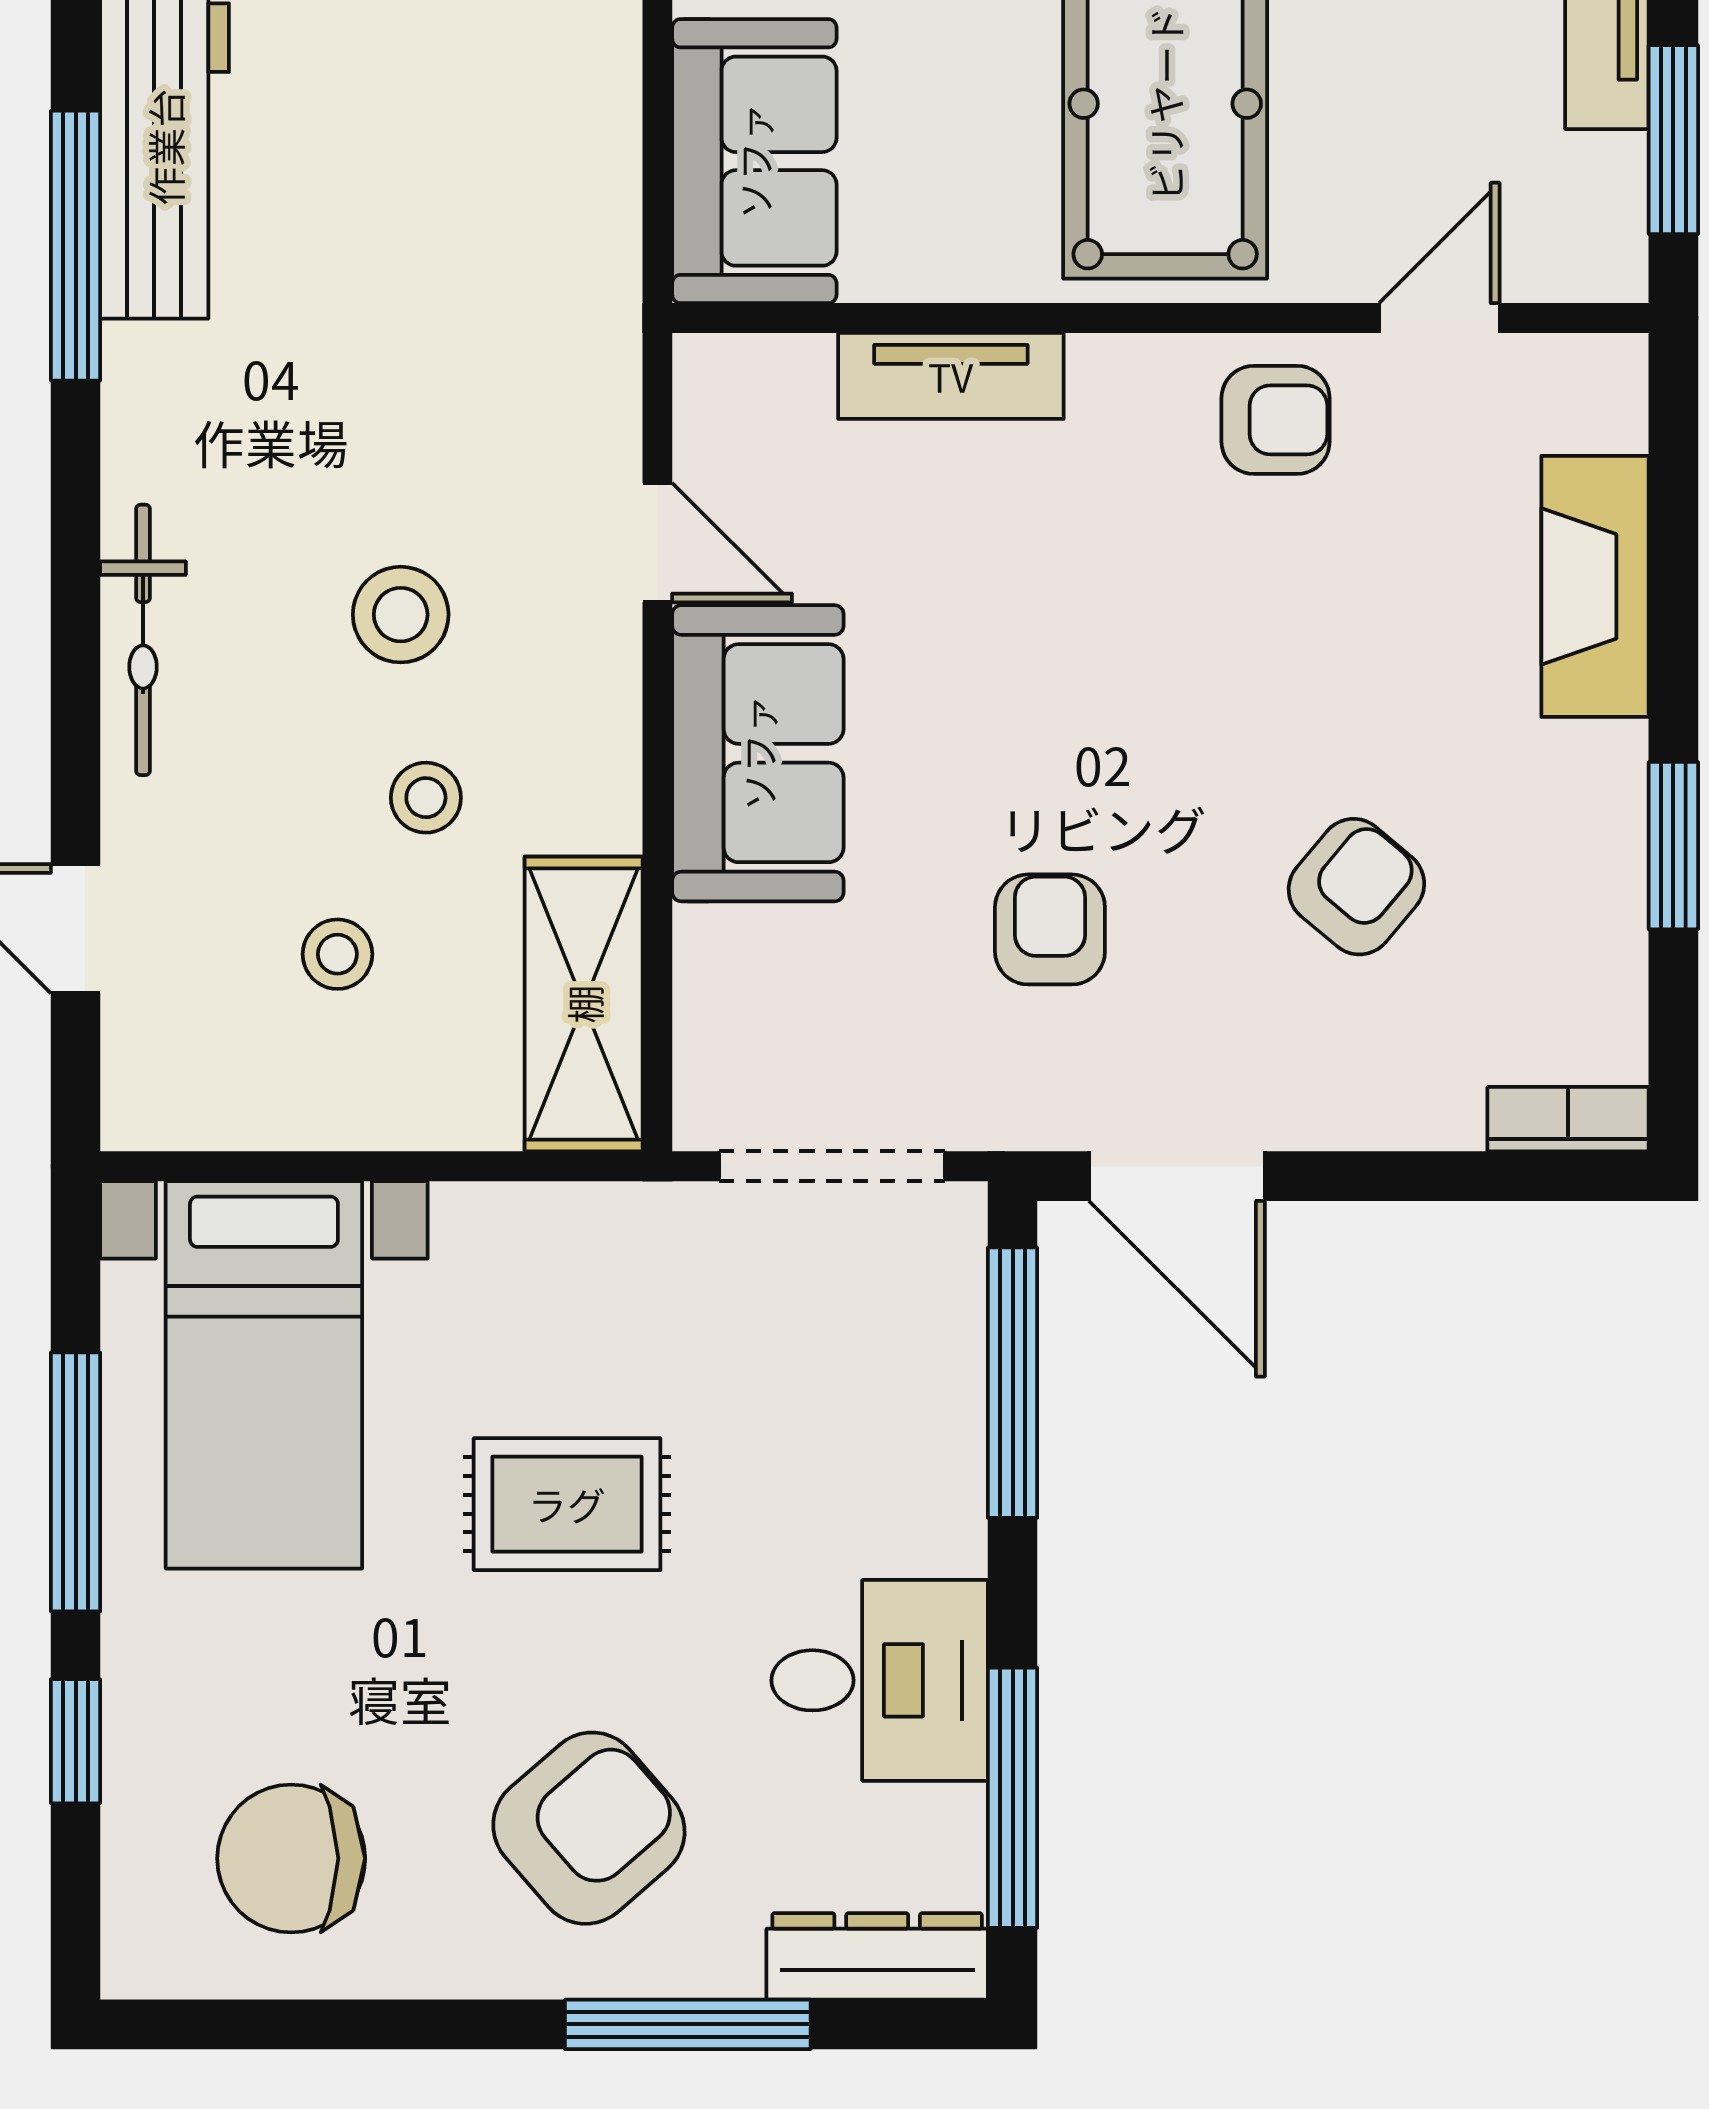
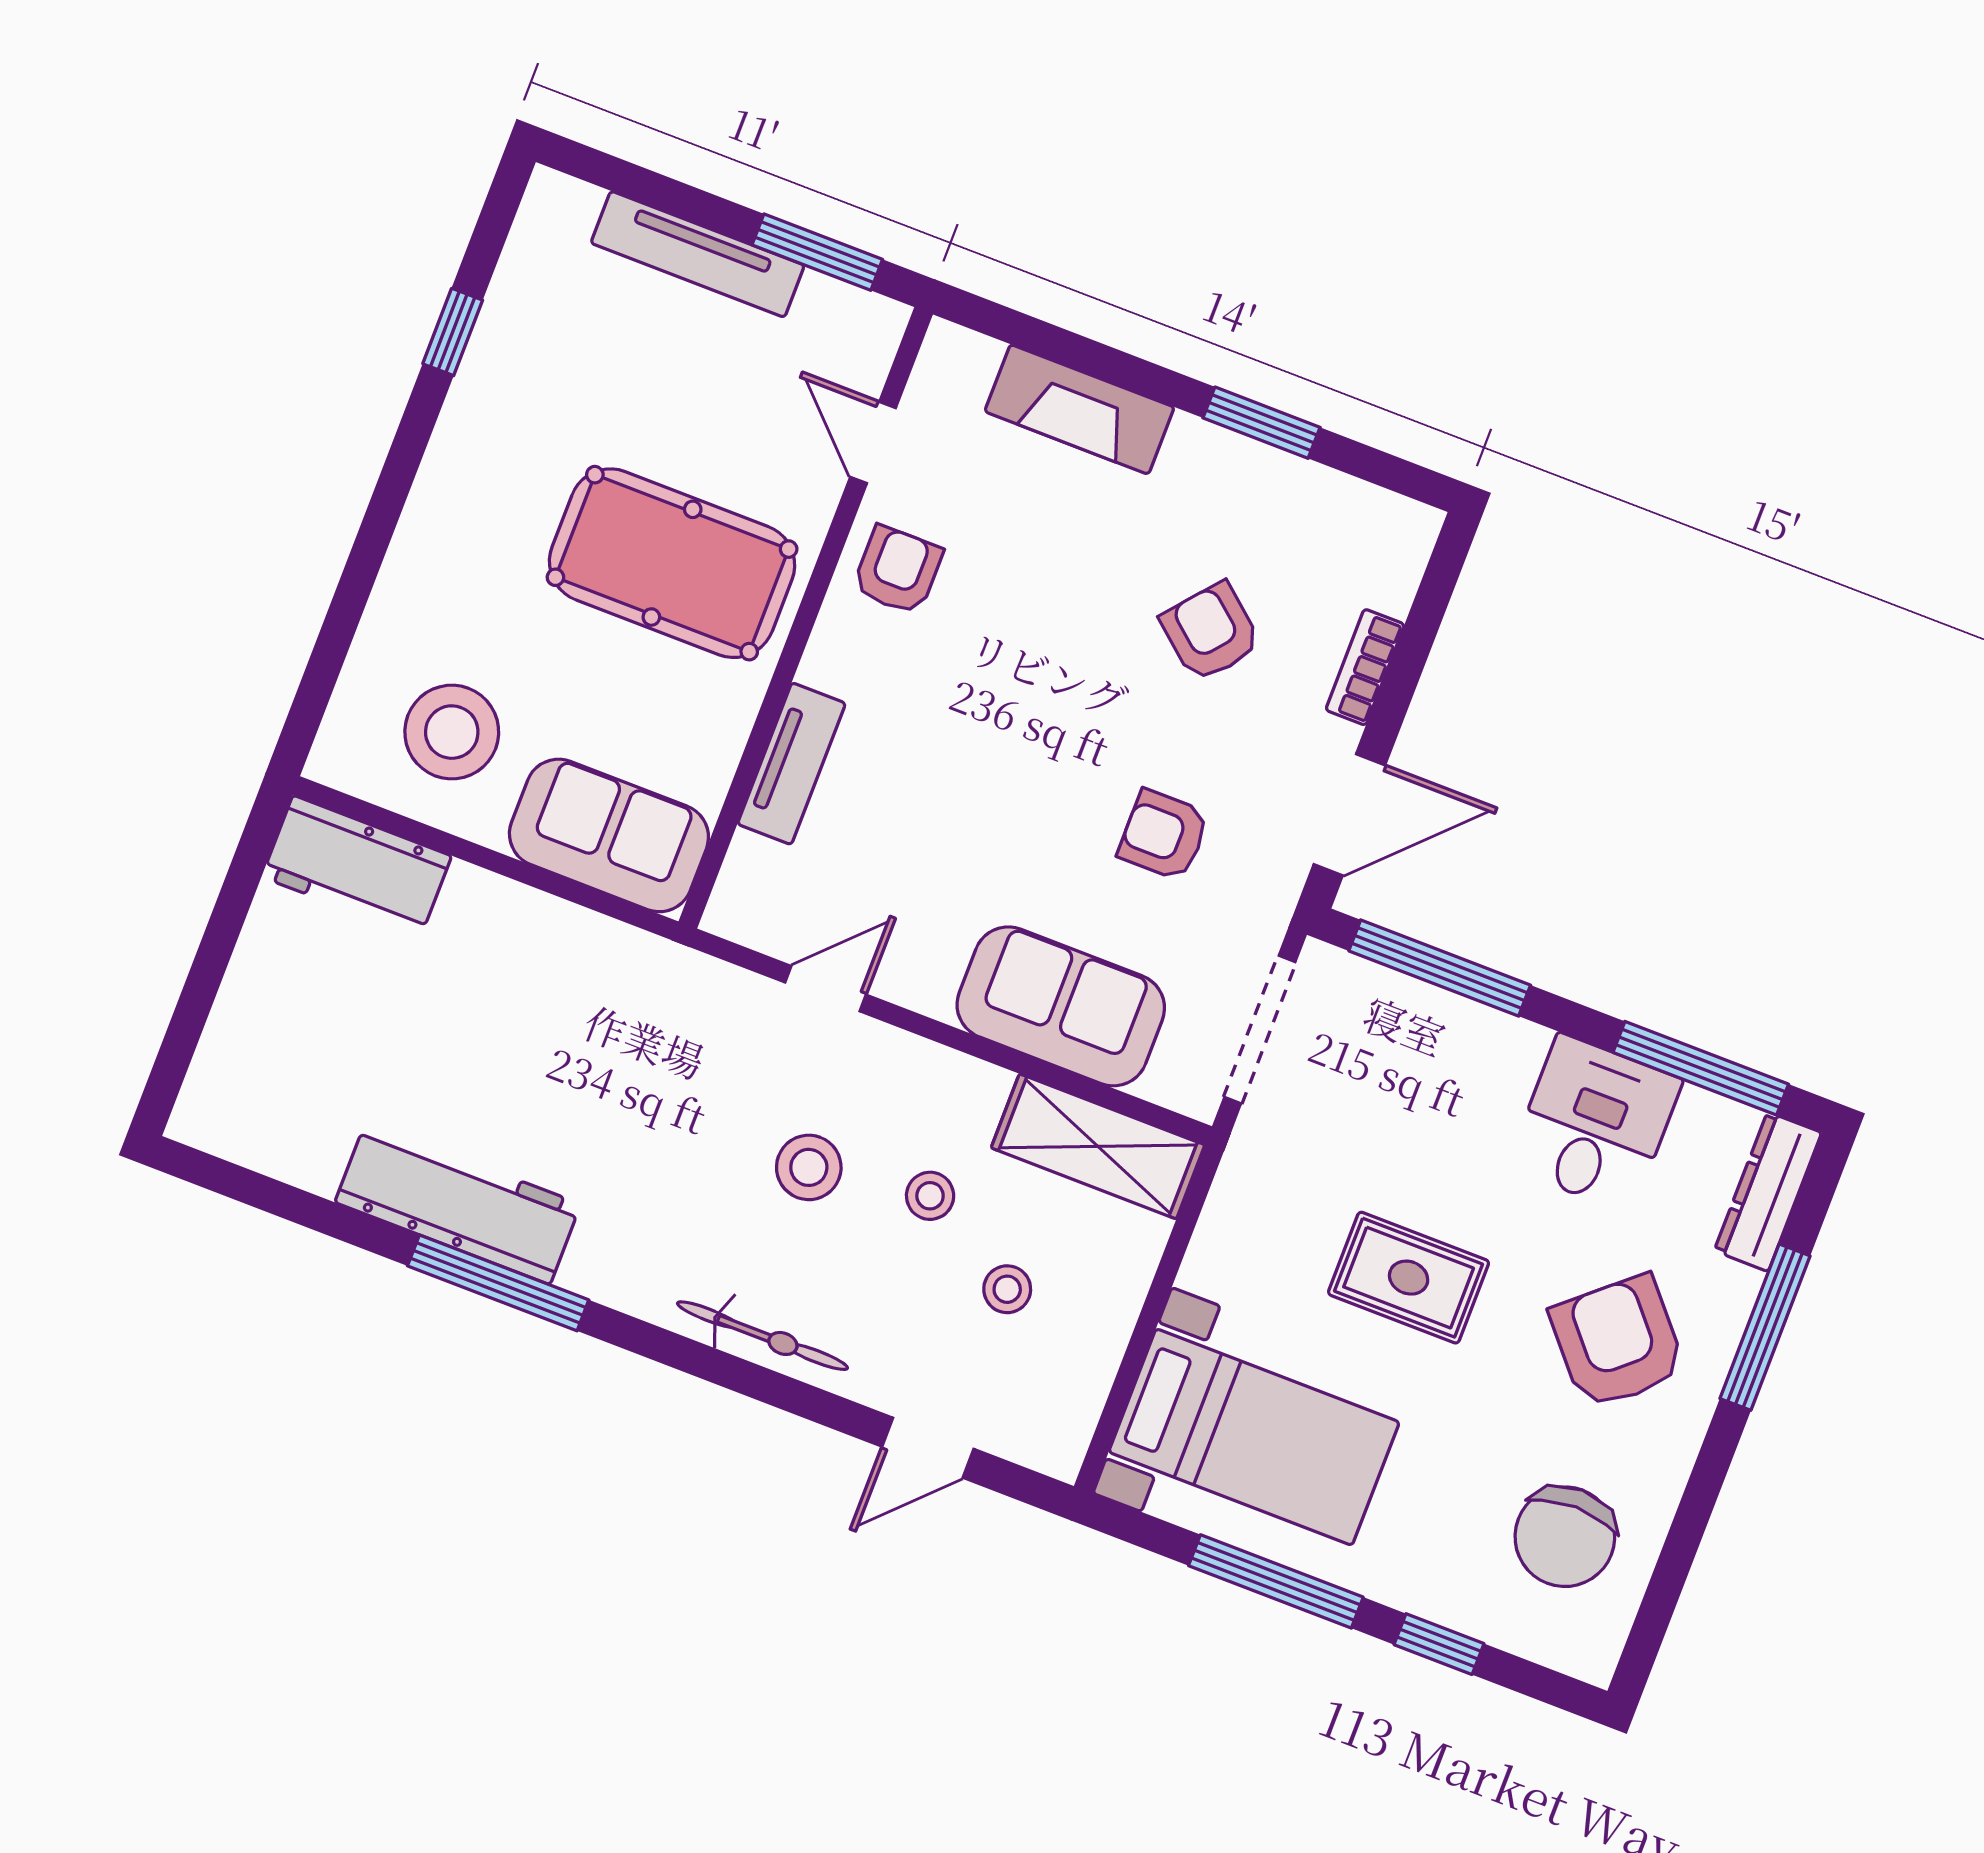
sofa: (758, 753) -> (1061, 1006), moved
bookcase: (1568, 1119) -> (1365, 667), moved
rug: (567, 1504) -> (1409, 1278), turned 90

